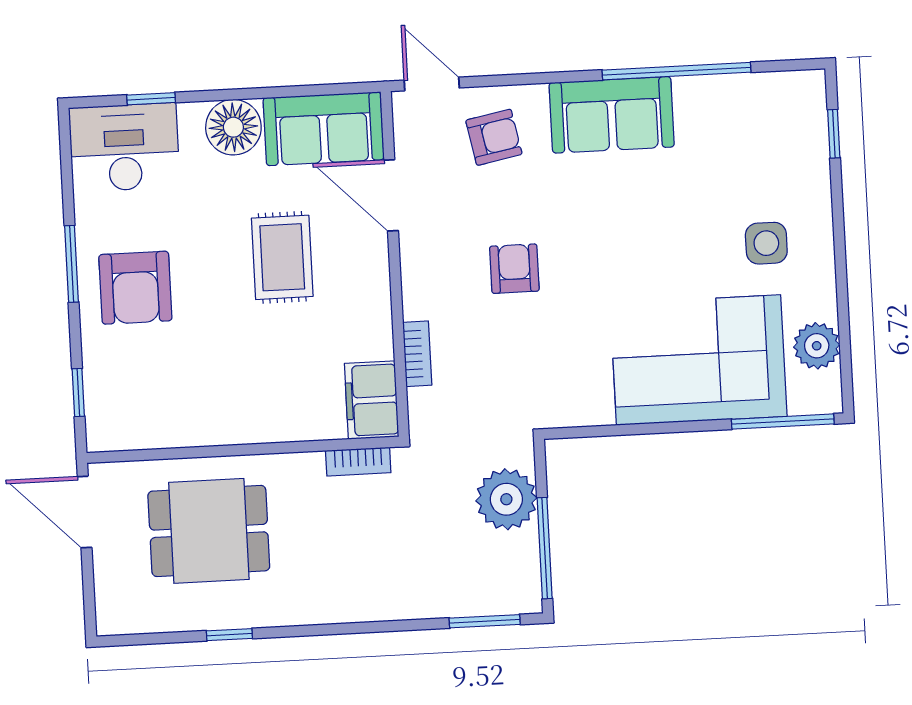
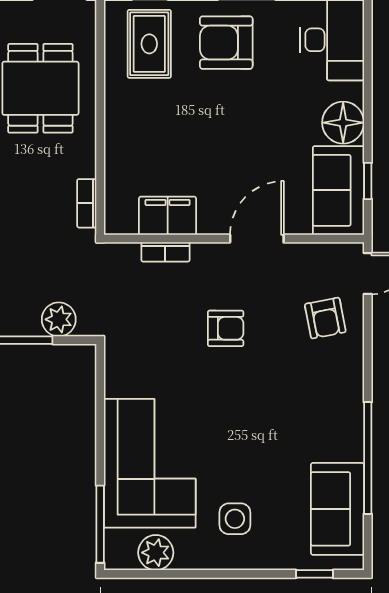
window: (151, 99) -> (368, 181), moved
sofa: (612, 115) -> (337, 509), moved
door: (391, 195) -> (257, 239), moved
rug: (282, 257) -> (149, 44), moved, turned 90
filing cabinet: (372, 400) -> (168, 216), moved
plant: (506, 499) -> (59, 319), width x0.73, depth x0.73

